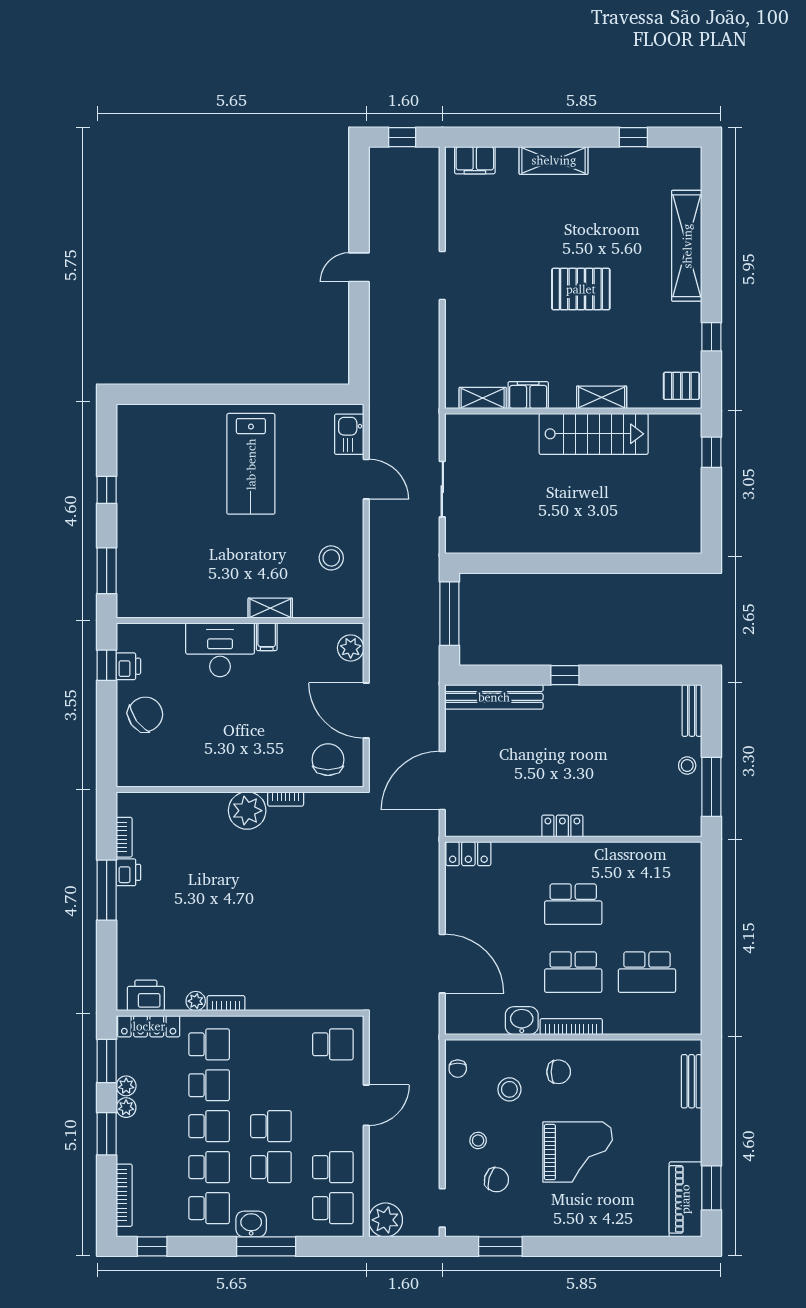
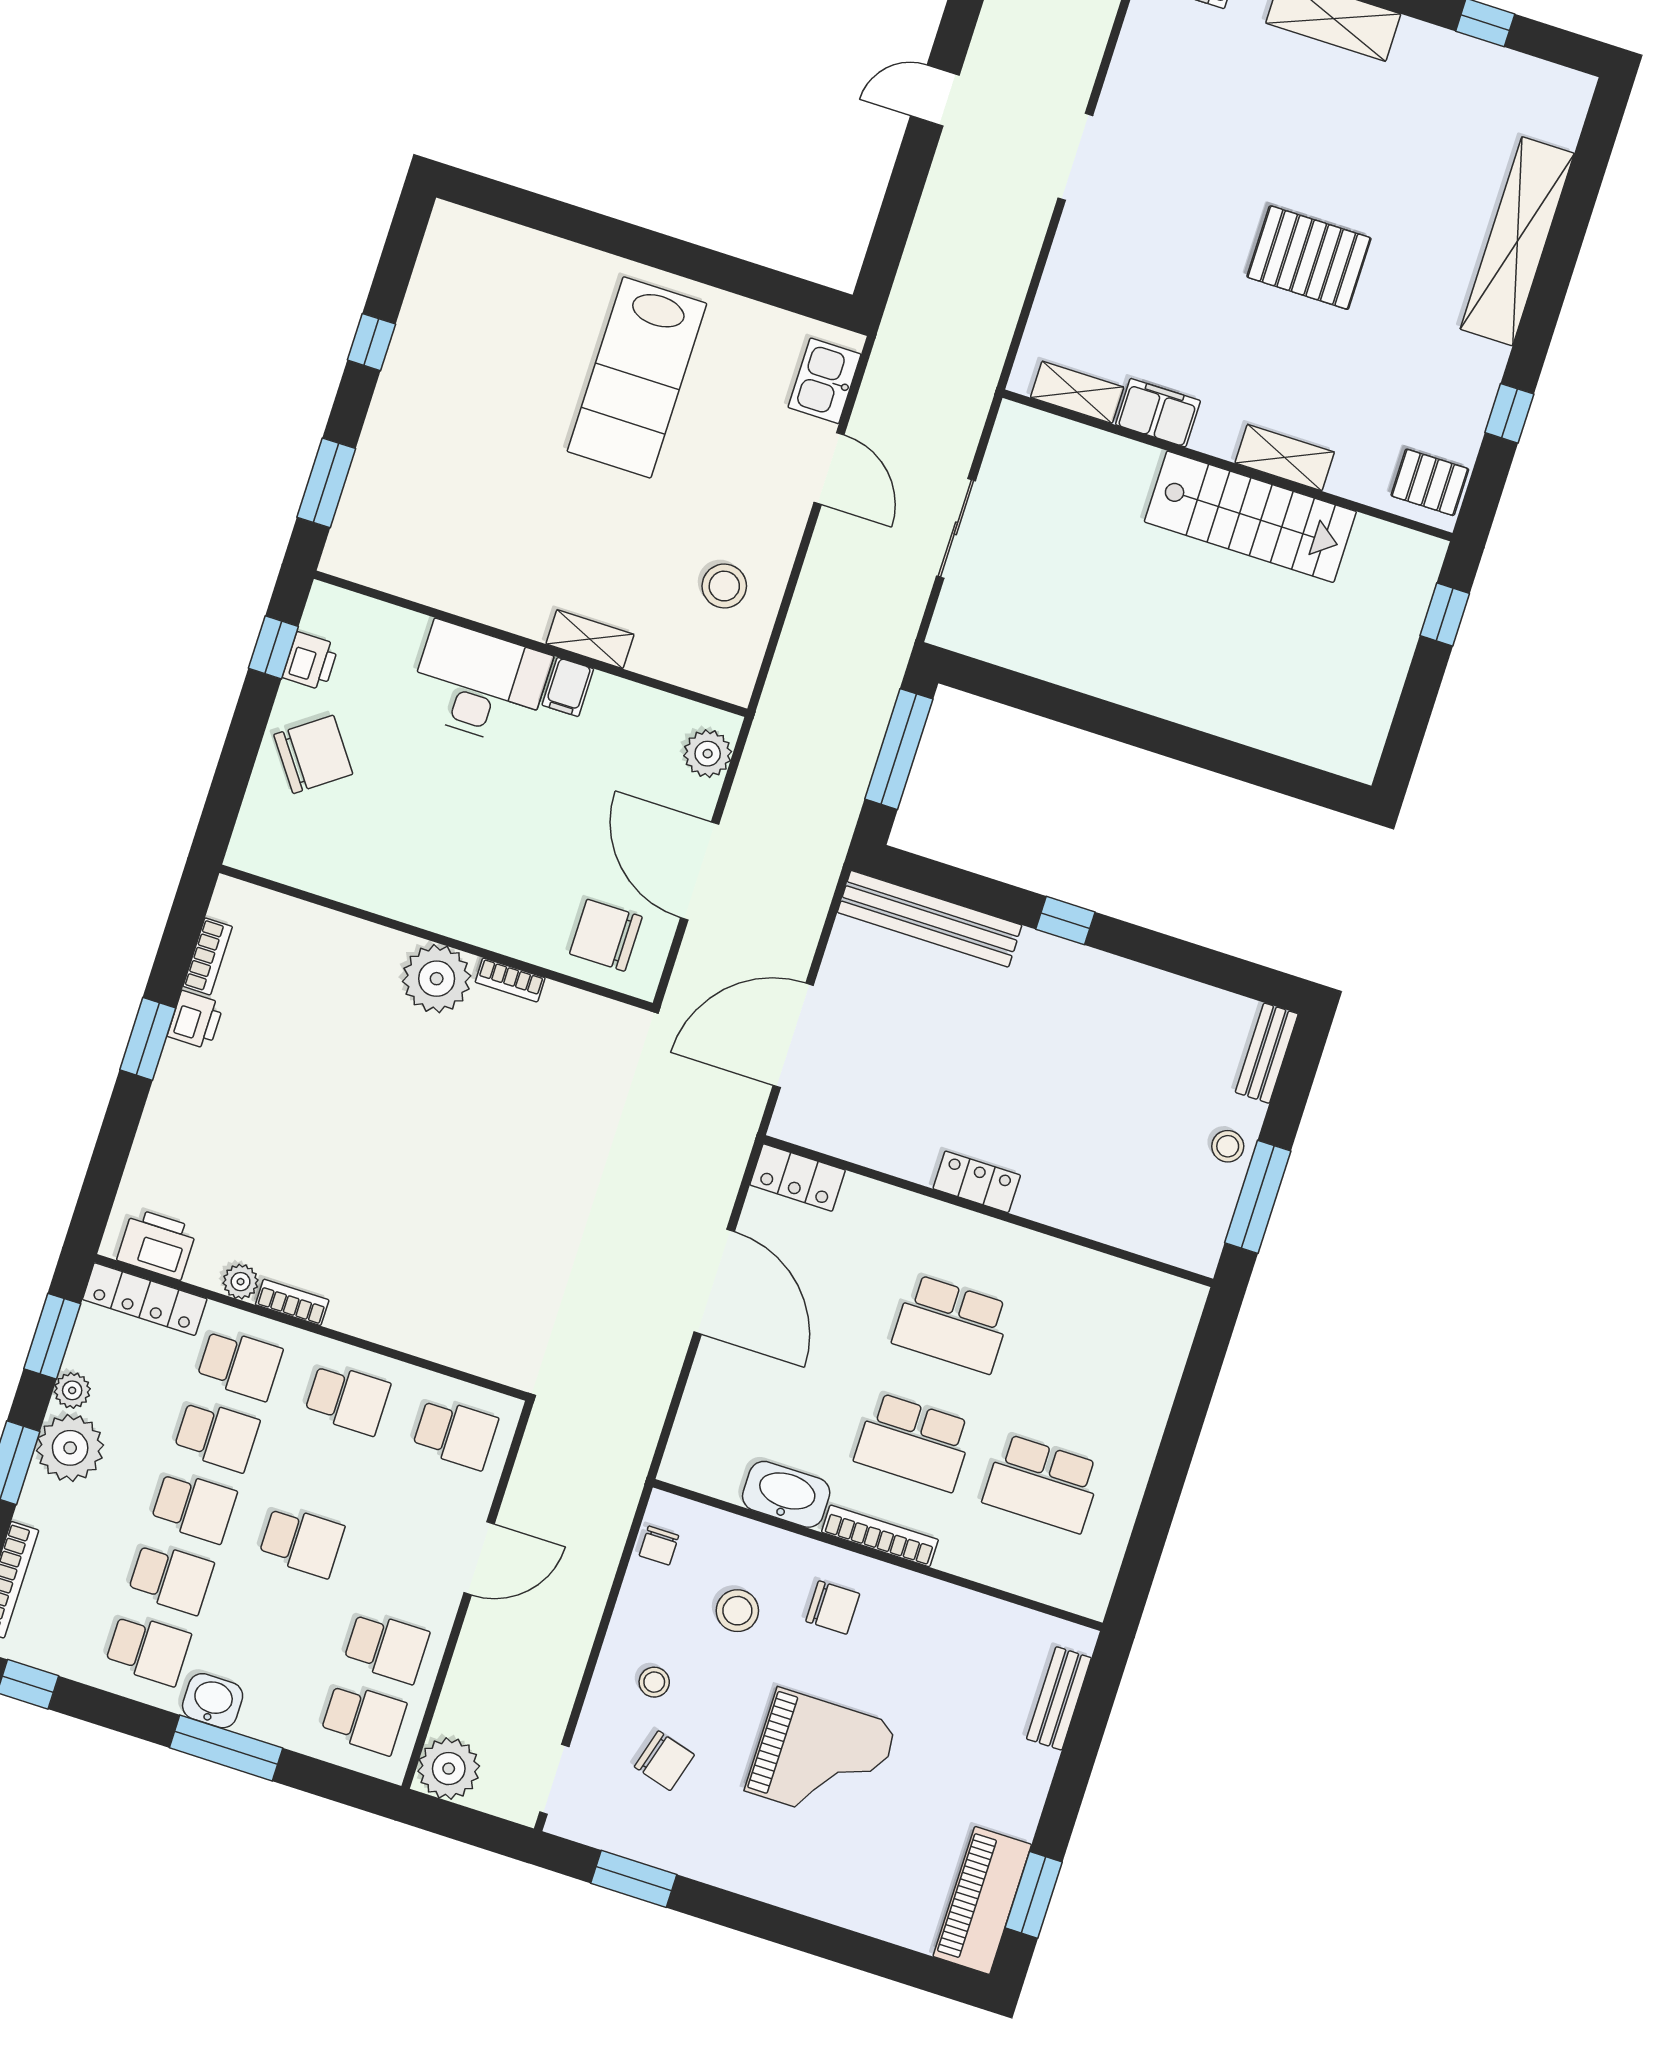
chair: (328, 760) -> (606, 935), turned -90
window: (107, 890) -> (148, 1039), width x0.69
door: (442, 964) -> (714, 1282), moved
washbasin: (522, 1021) -> (786, 1494), width x1.38
plant: (126, 1108) -> (70, 1448), width x1.87, depth x1.87
school desk: (271, 1167) -> (347, 1399), moved

